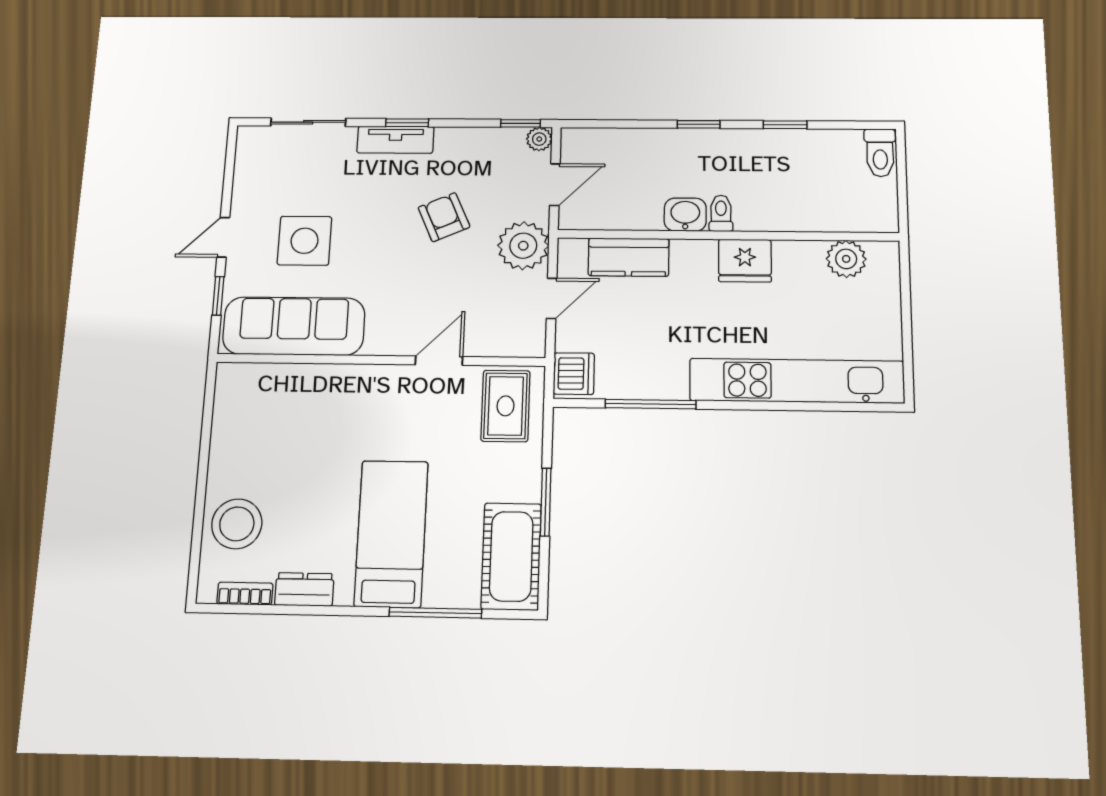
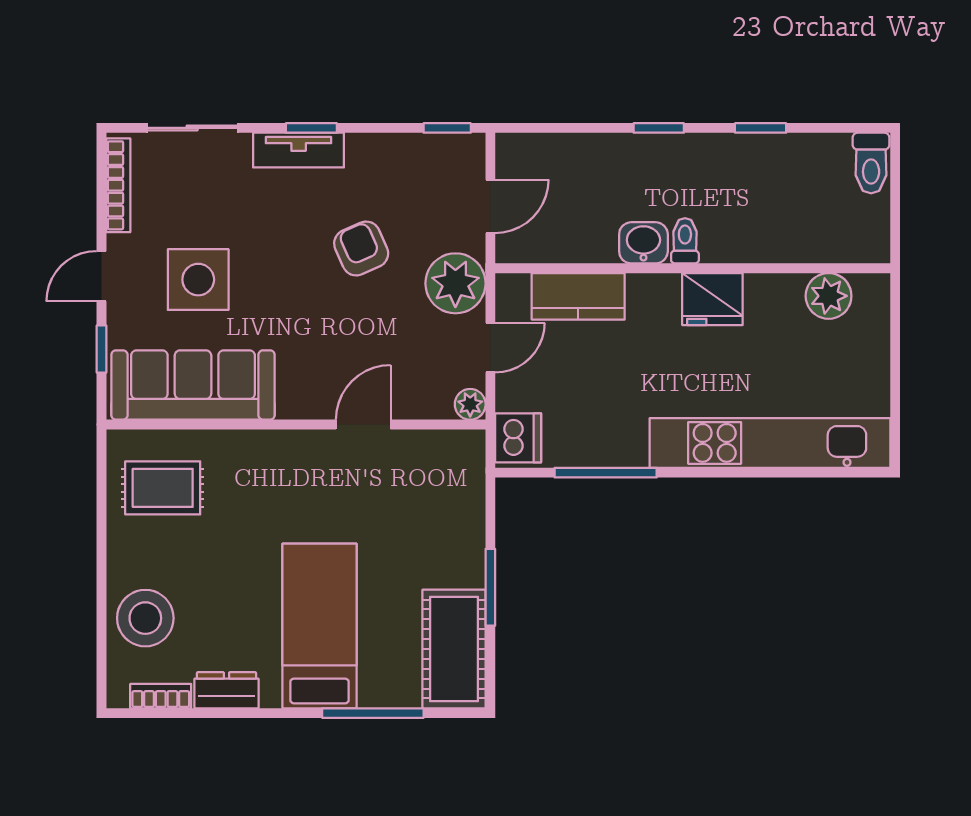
plant: (539, 139) -> (470, 404), moved
bookcase: (244, 166) -> (118, 185), added
rug: (505, 406) -> (163, 488), moved, turned 90

